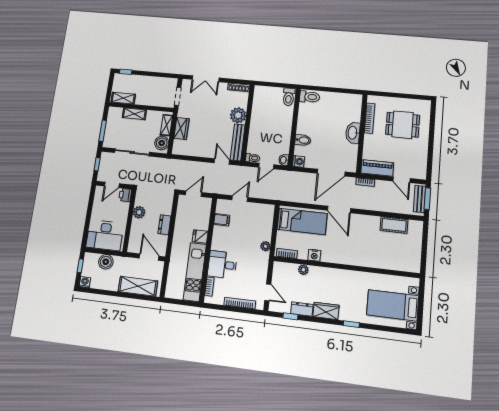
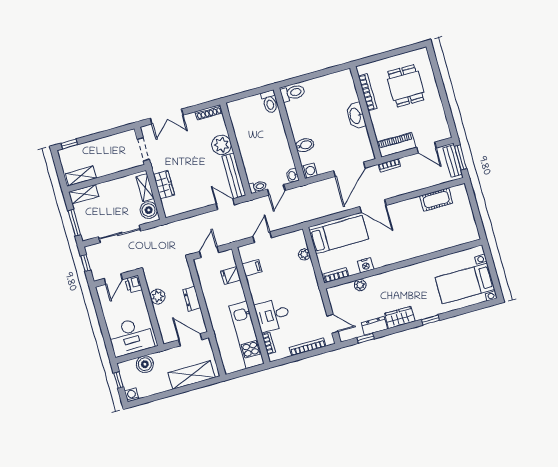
shelving: (134, 114) -> (84, 194), moved
dining table: (403, 125) -> (406, 86), turned 90
fridge: (200, 236) -> (231, 276), moved
plant: (265, 246) -> (304, 254), moved

